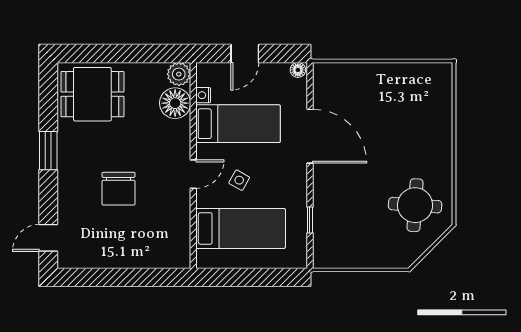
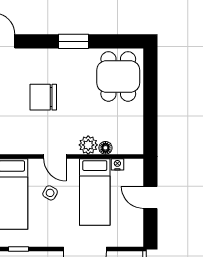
floor lamp: (298, 70) -> (137, 239), removed
plant: (179, 74) -> (88, 145), moved
floor lamp: (175, 103) -> (105, 148), width x0.53, depth x0.53

